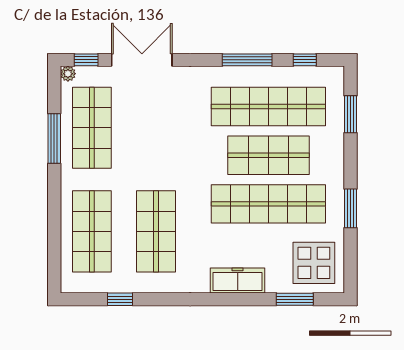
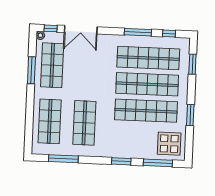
double door: (142, 60) -> (81, 30), swing flipped
shop shelf: (268, 155) -> (147, 84), width x1.40
freezer: (238, 281) -> (127, 151), removed
window: (120, 299) -> (63, 159), width x2.17
window: (227, 299) -> (121, 161), added
window: (295, 299) -> (158, 163), width x1.44

